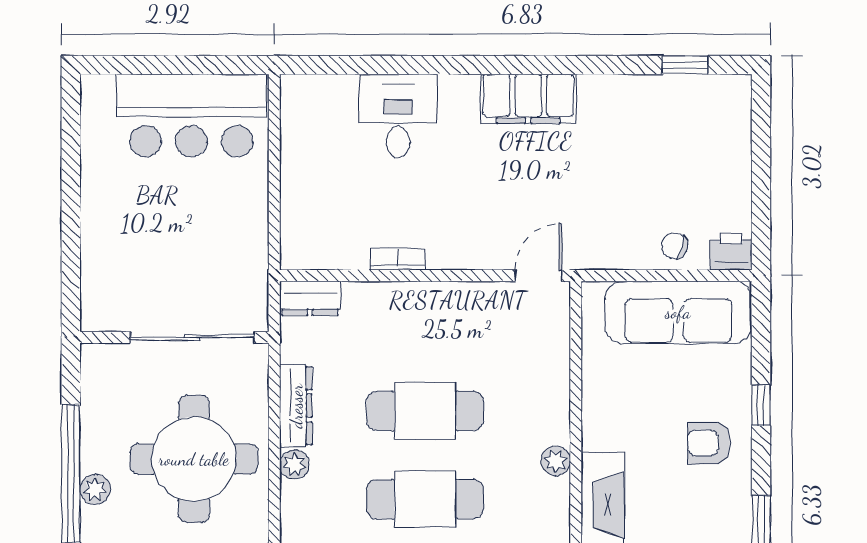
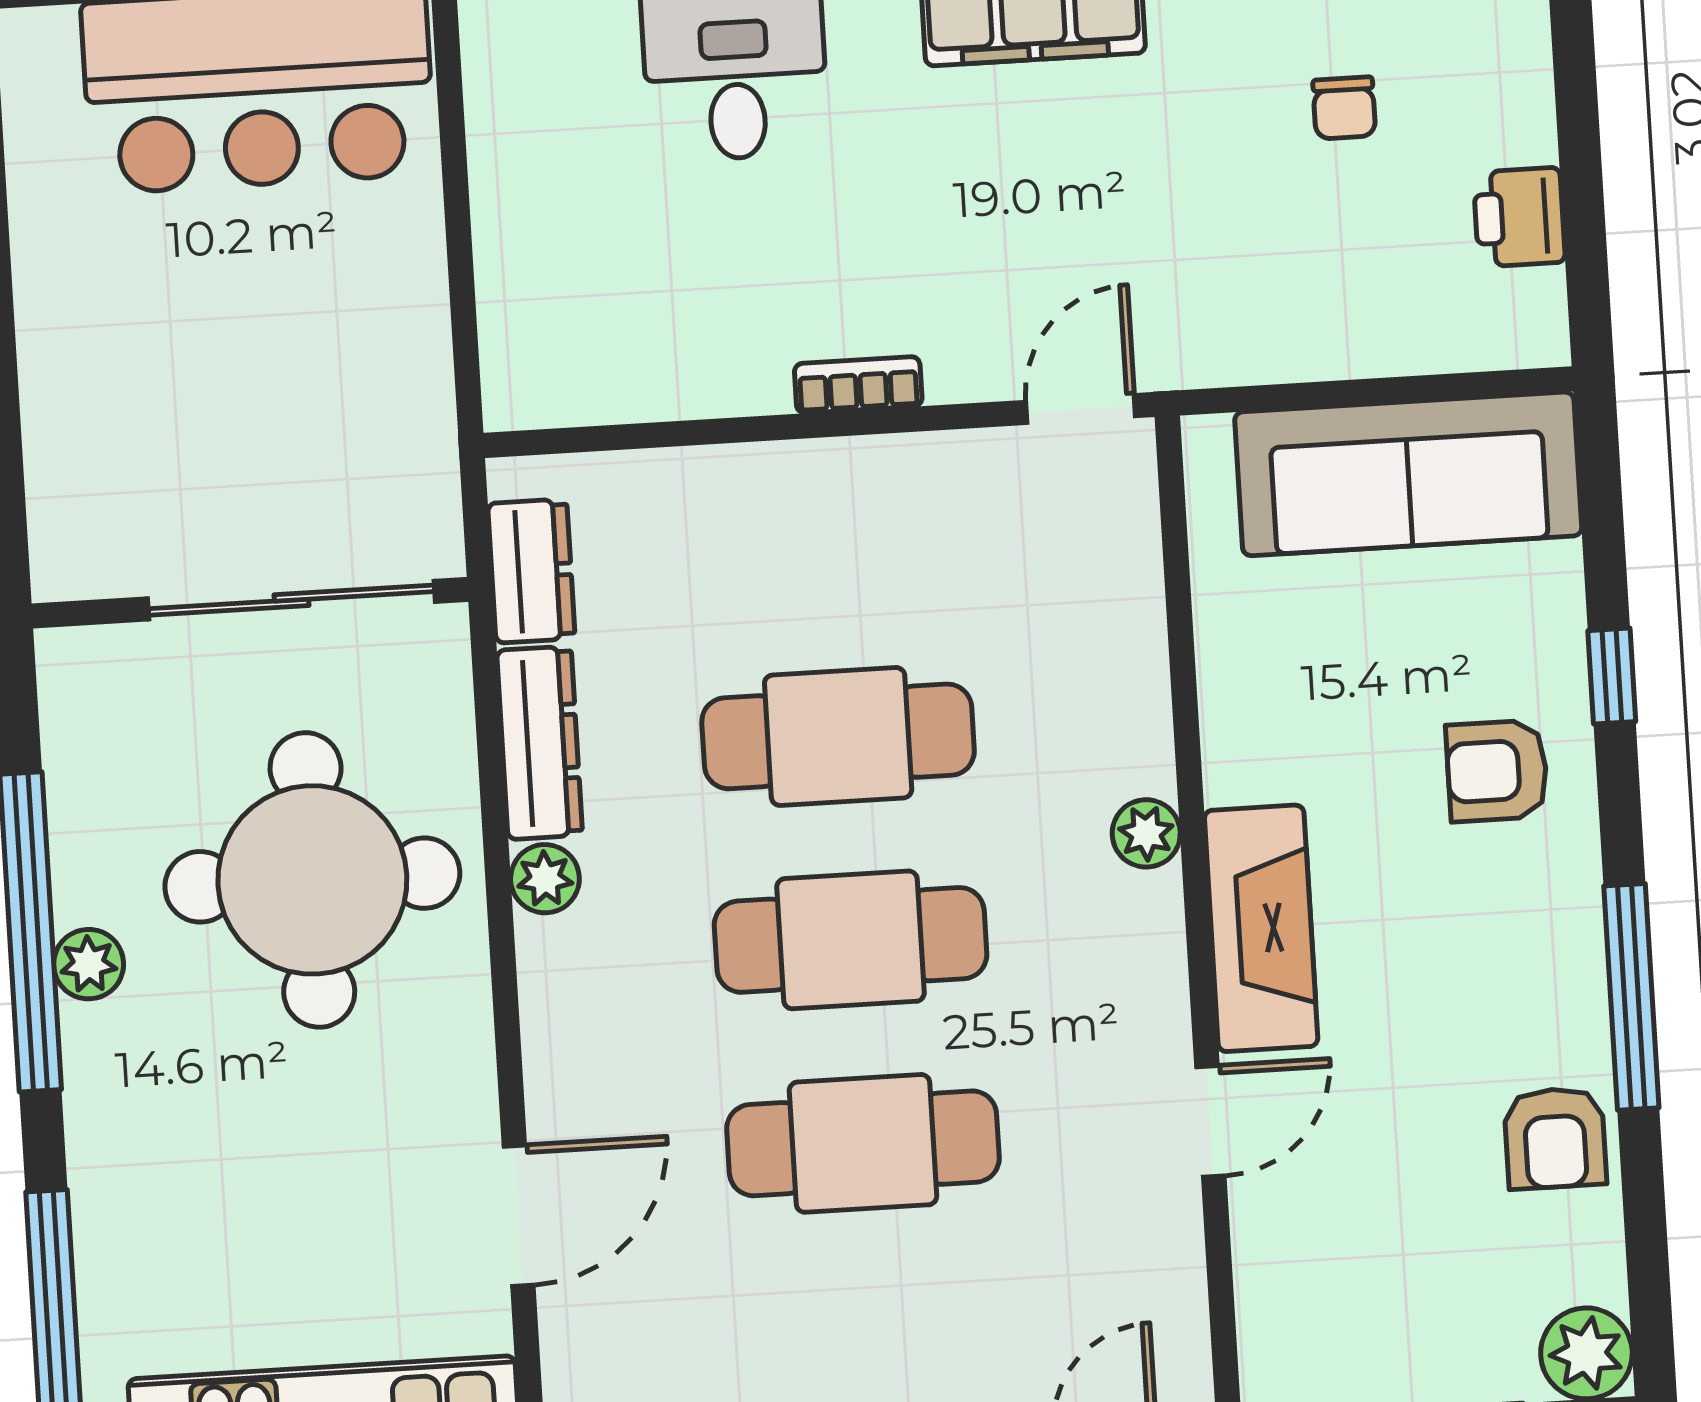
chair: (675, 246) -> (1344, 108), moved, turned -105
printer: (731, 251) -> (1519, 217), moved, turned -90
bookcase: (398, 259) -> (858, 385), moved
dresser: (310, 298) -> (531, 571), moved, turned -90

